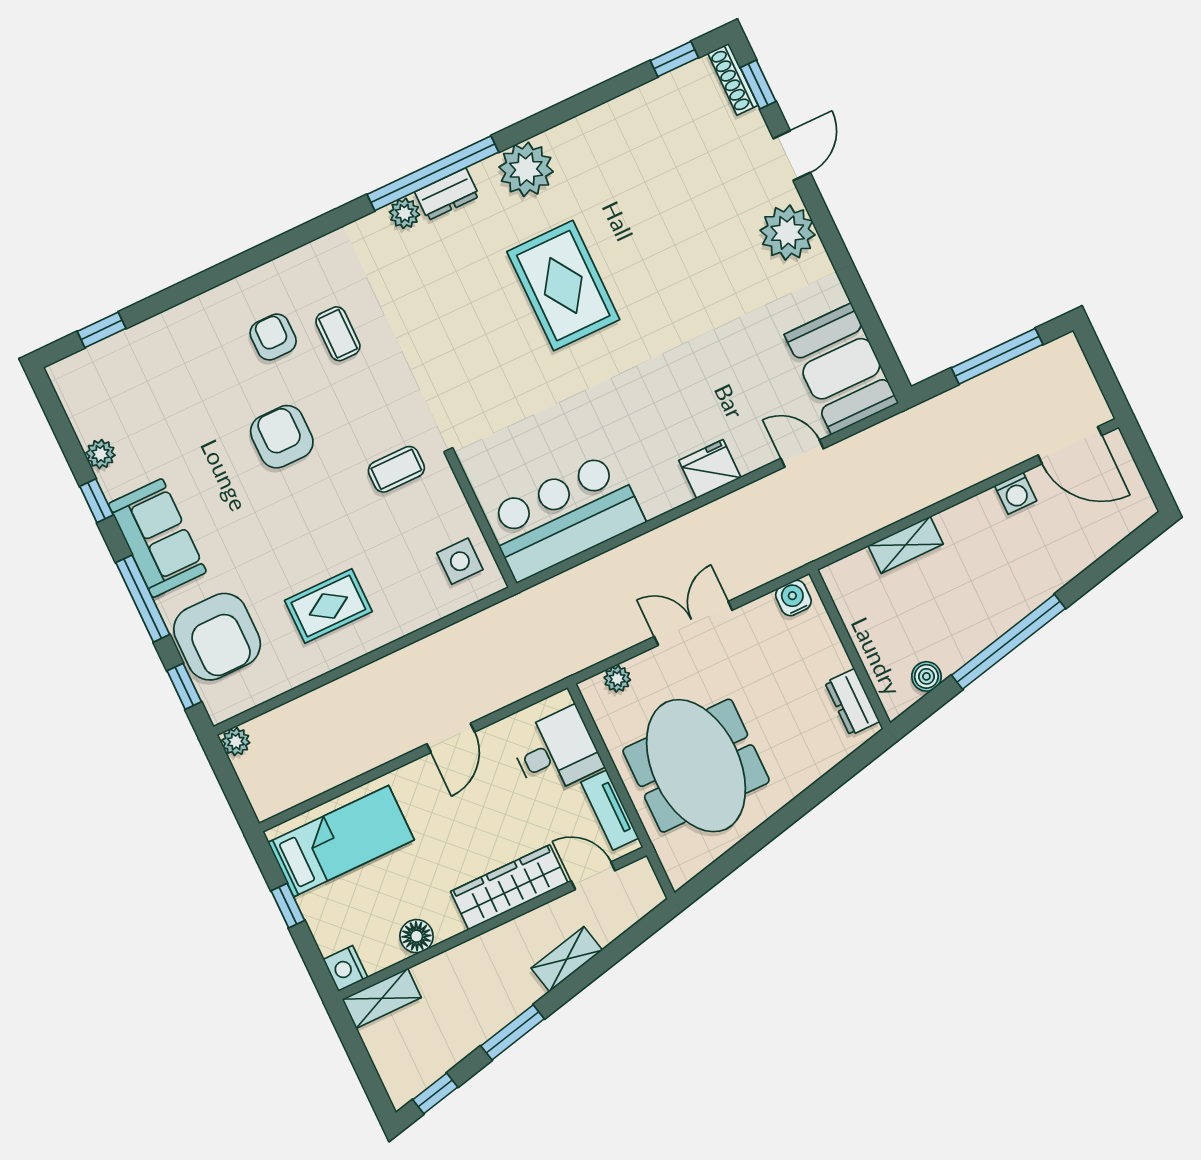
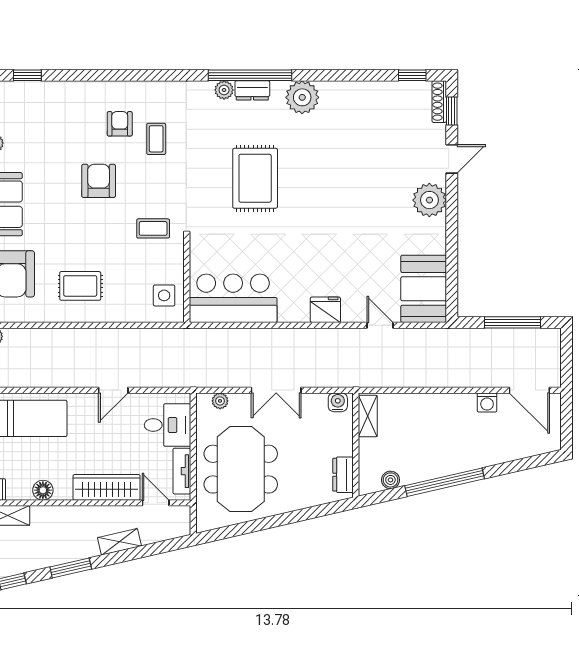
rug: (563, 286) -> (255, 178), moved
shelving: (906, 545) -> (368, 416), moved, turned 90
double door: (693, 623) -> (276, 390), swing flipped

